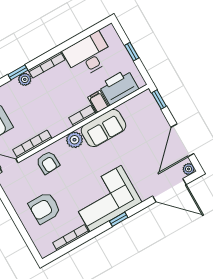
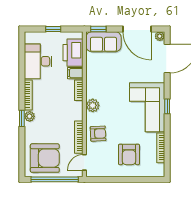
sofa: (103, 128) -> (103, 42), moved, turned 90

